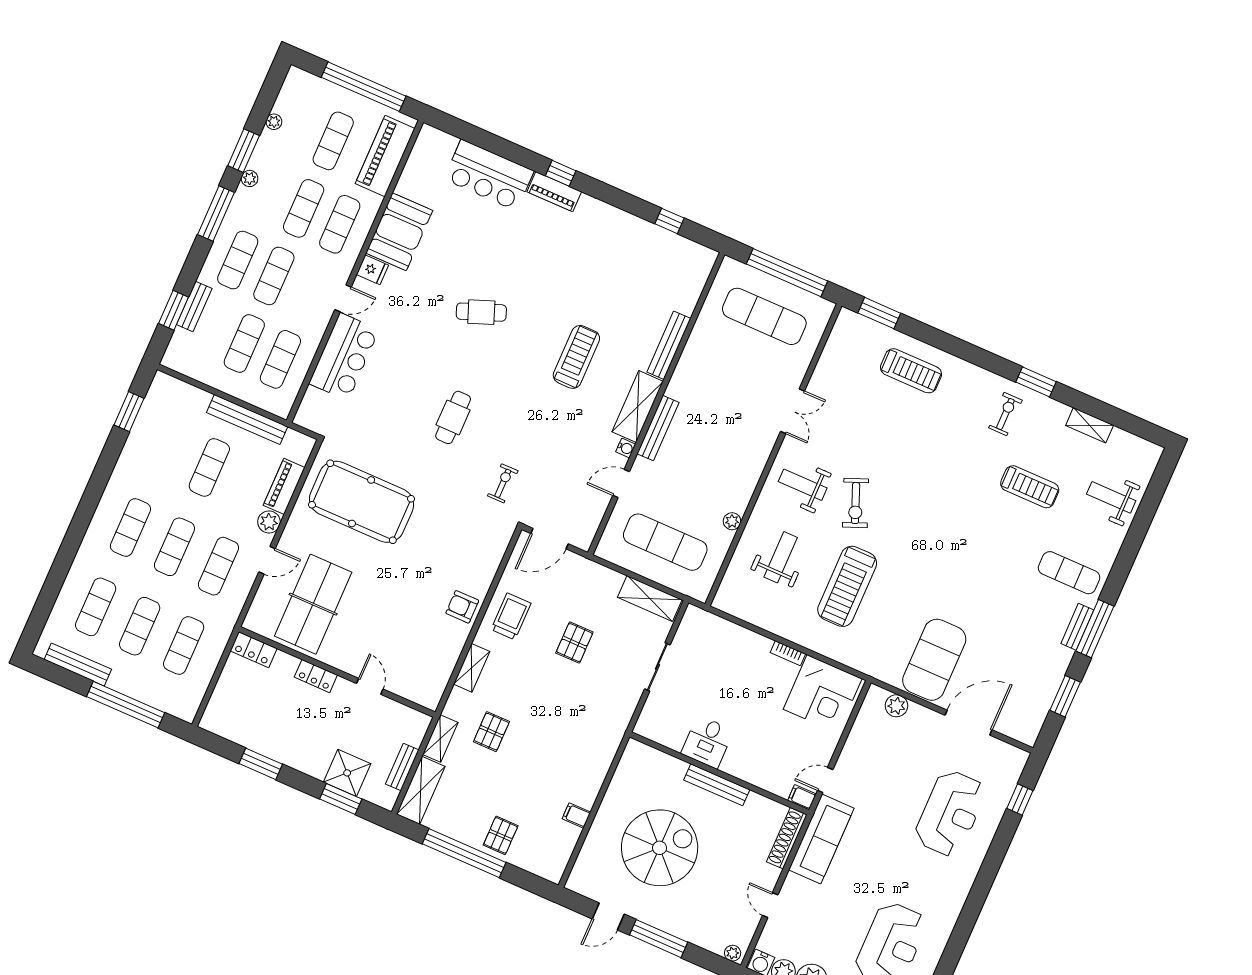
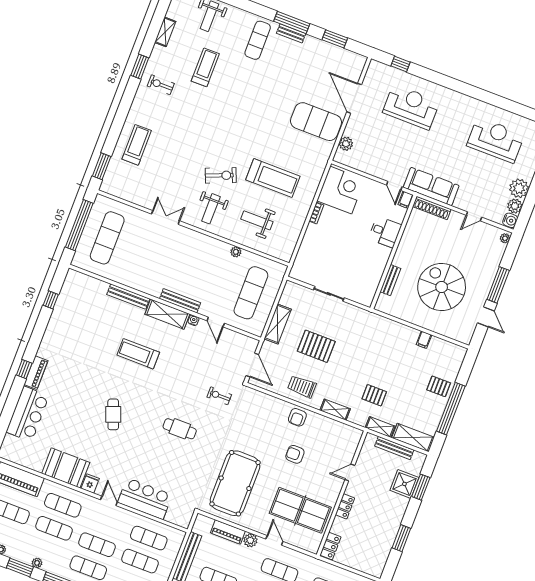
shelving: (650, 599) -> (278, 324), moved
armchair: (403, 600) -> (295, 454), added
pallet: (574, 643) -> (316, 346), width x1.50, depth x1.42
desk: (707, 742) -> (385, 232), moved
bench: (402, 767) -> (394, 448), width x1.36
bench: (717, 785) -> (390, 280), moved, width x0.73

